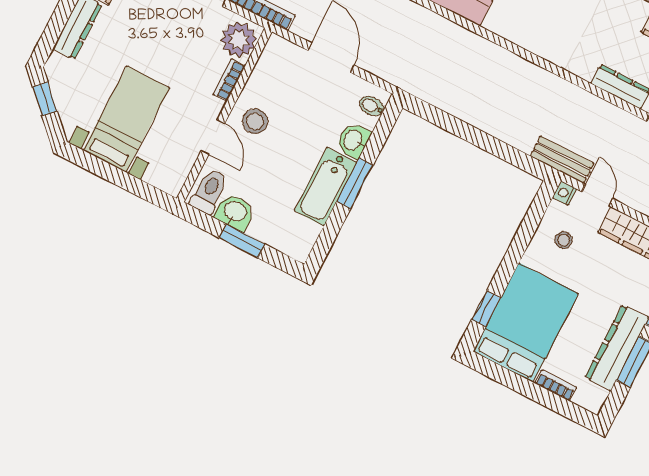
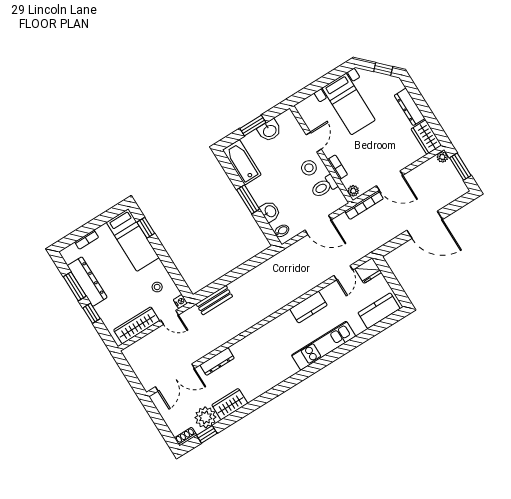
plant: (239, 40) -> (353, 191), width x0.53, depth x0.53
door: (213, 137) -> (314, 142), swing flipped
bench: (562, 160) -> (214, 300), moved
bathtub: (326, 187) -> (242, 162), moved
toilet: (209, 191) -> (324, 187), moved, turned 90
bed: (526, 323) -> (133, 240), width x0.67

